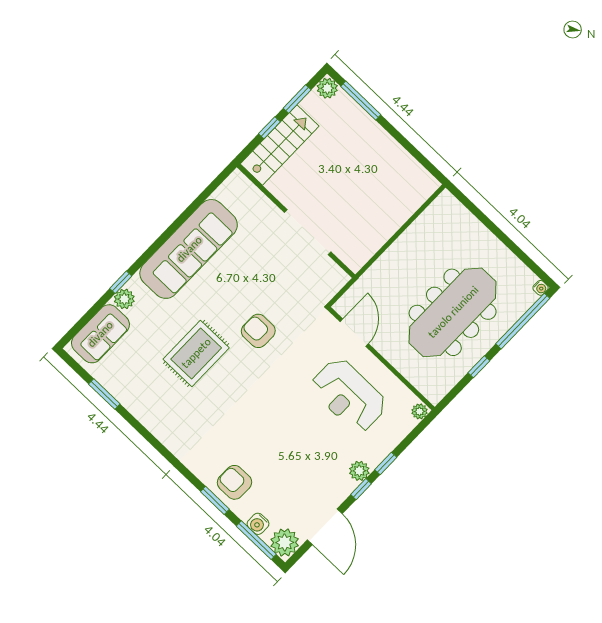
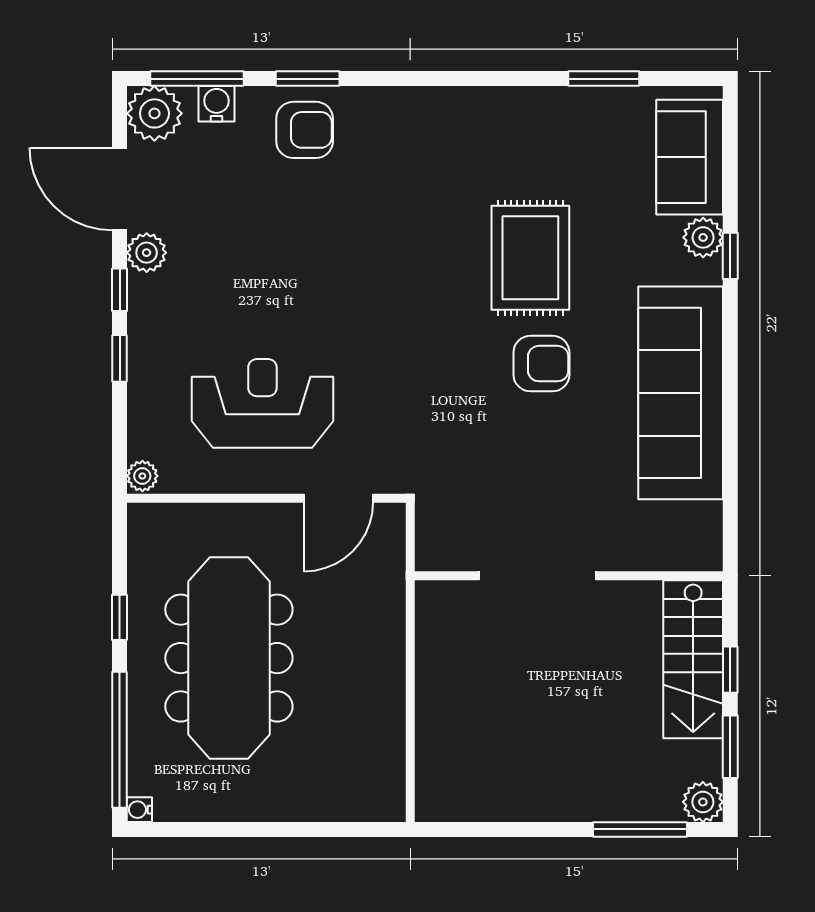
armchair: (258, 331) -> (541, 364), moved
door: (354, 333) -> (338, 498), hinge flipped
plant: (359, 471) -> (147, 253), moved

